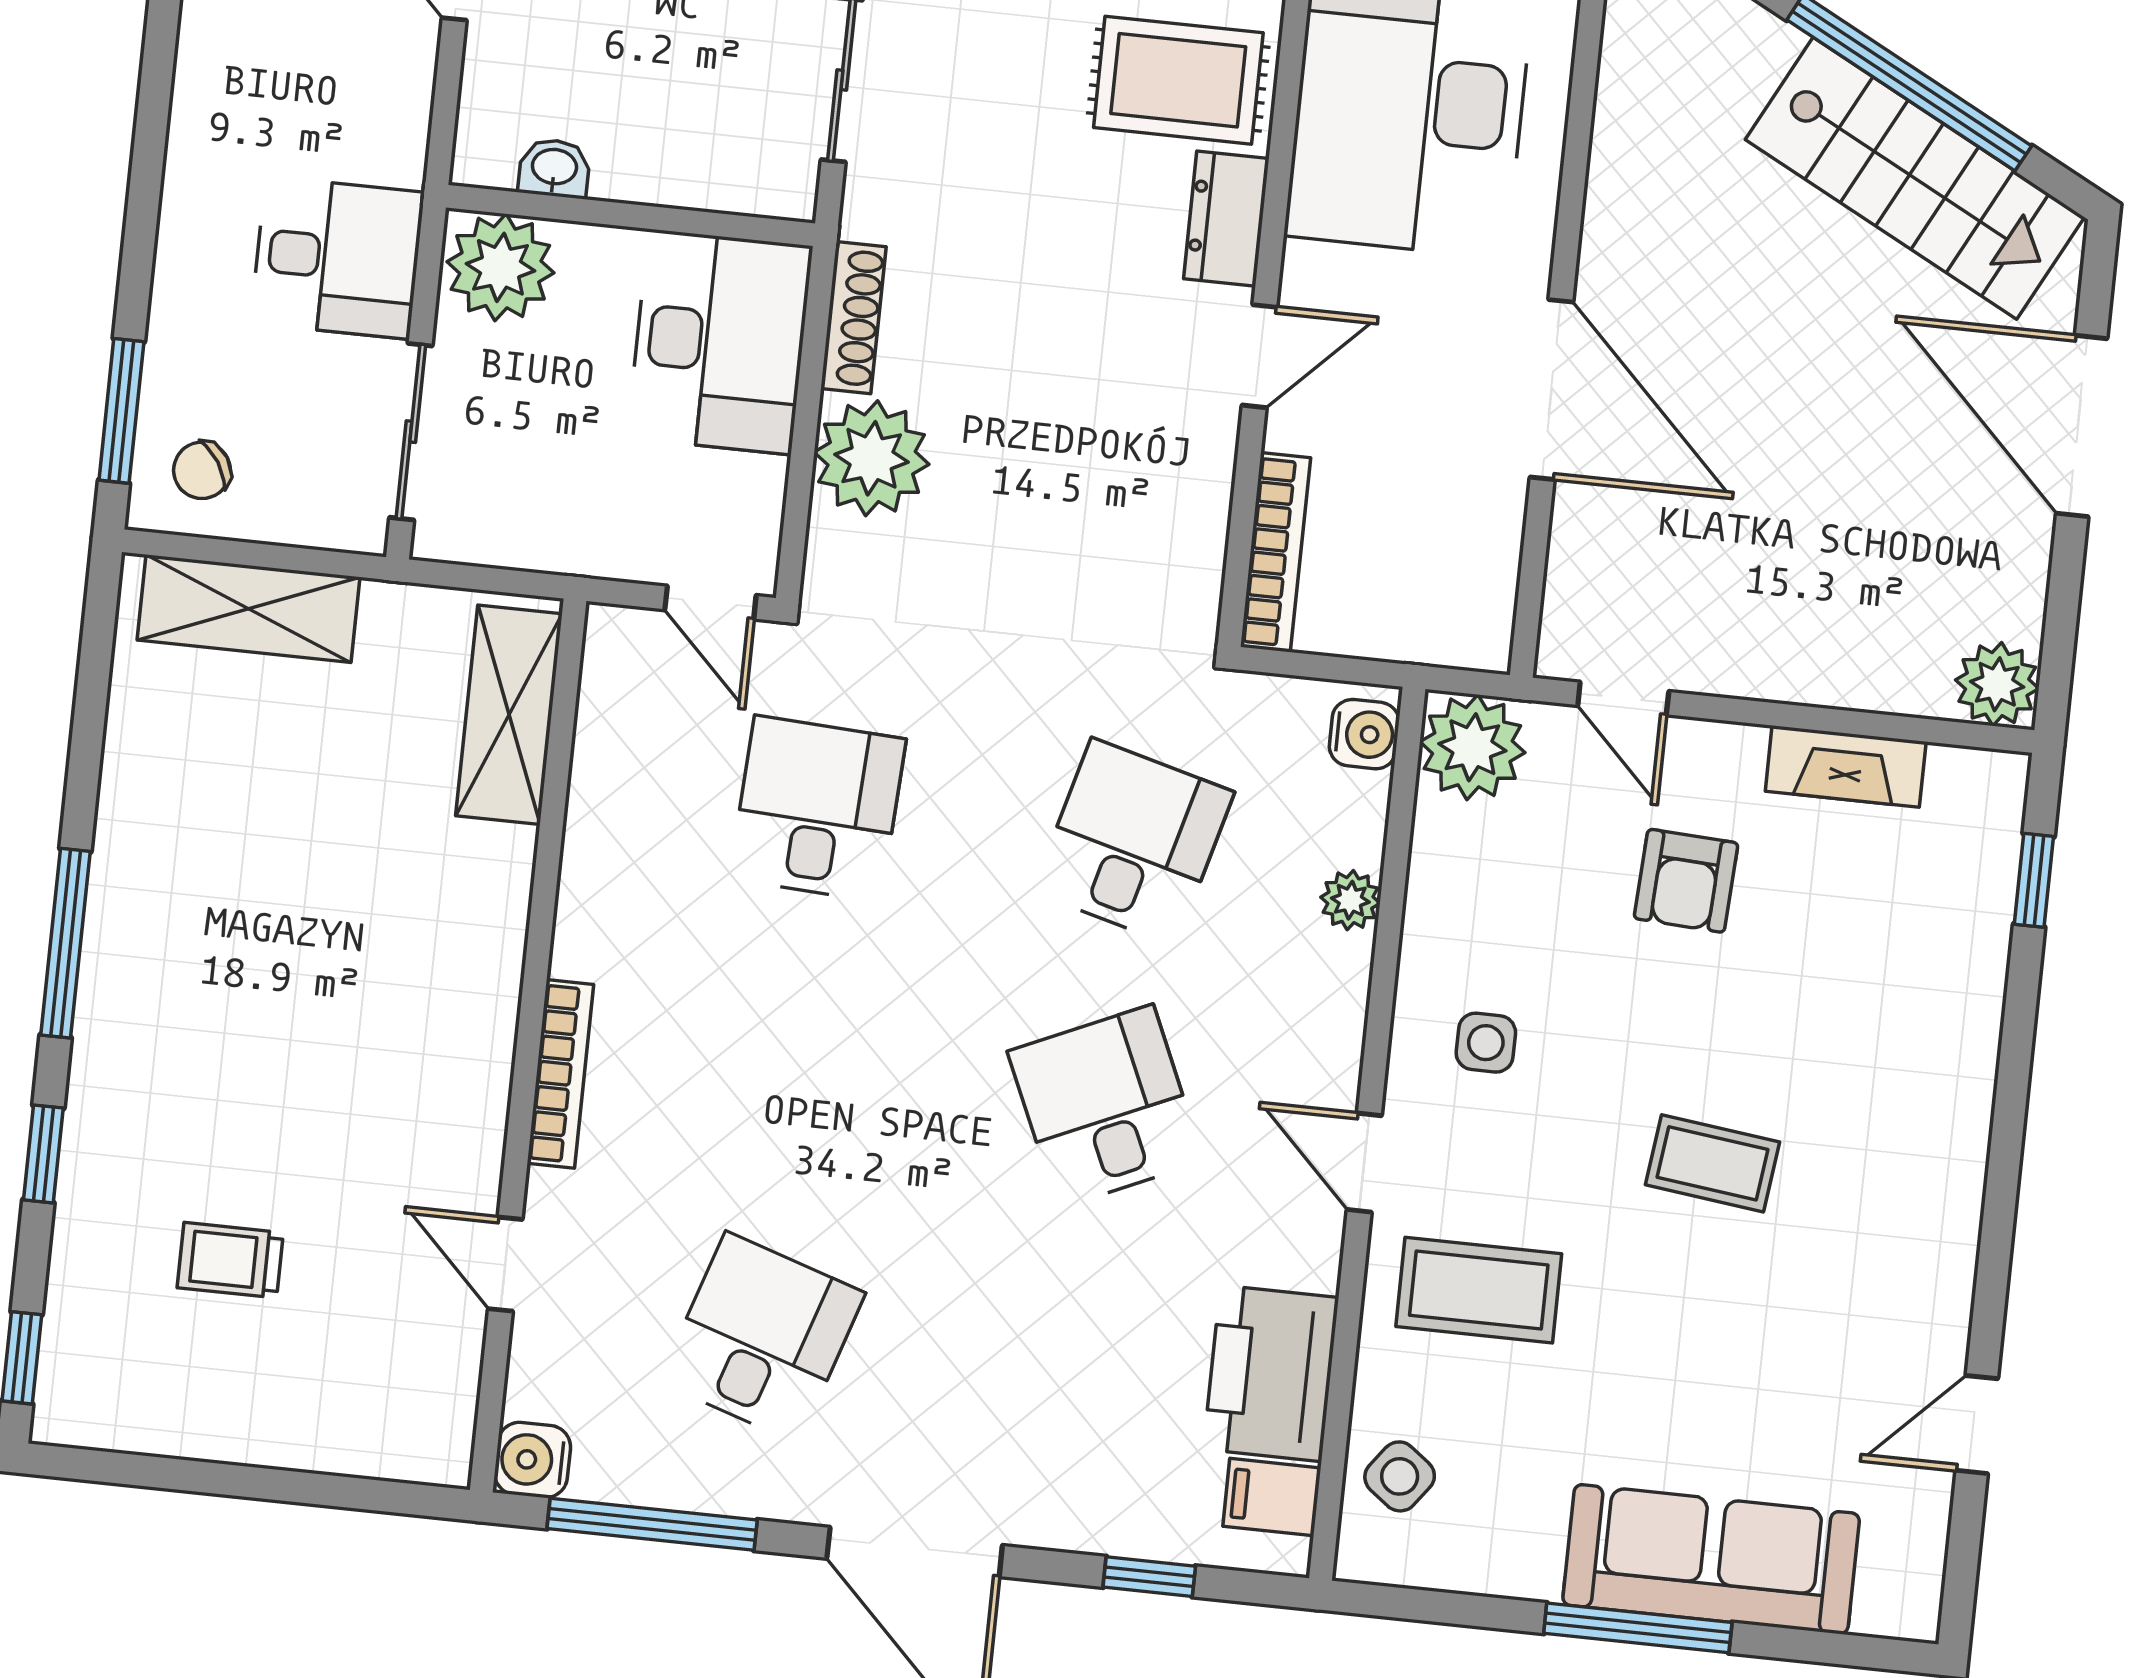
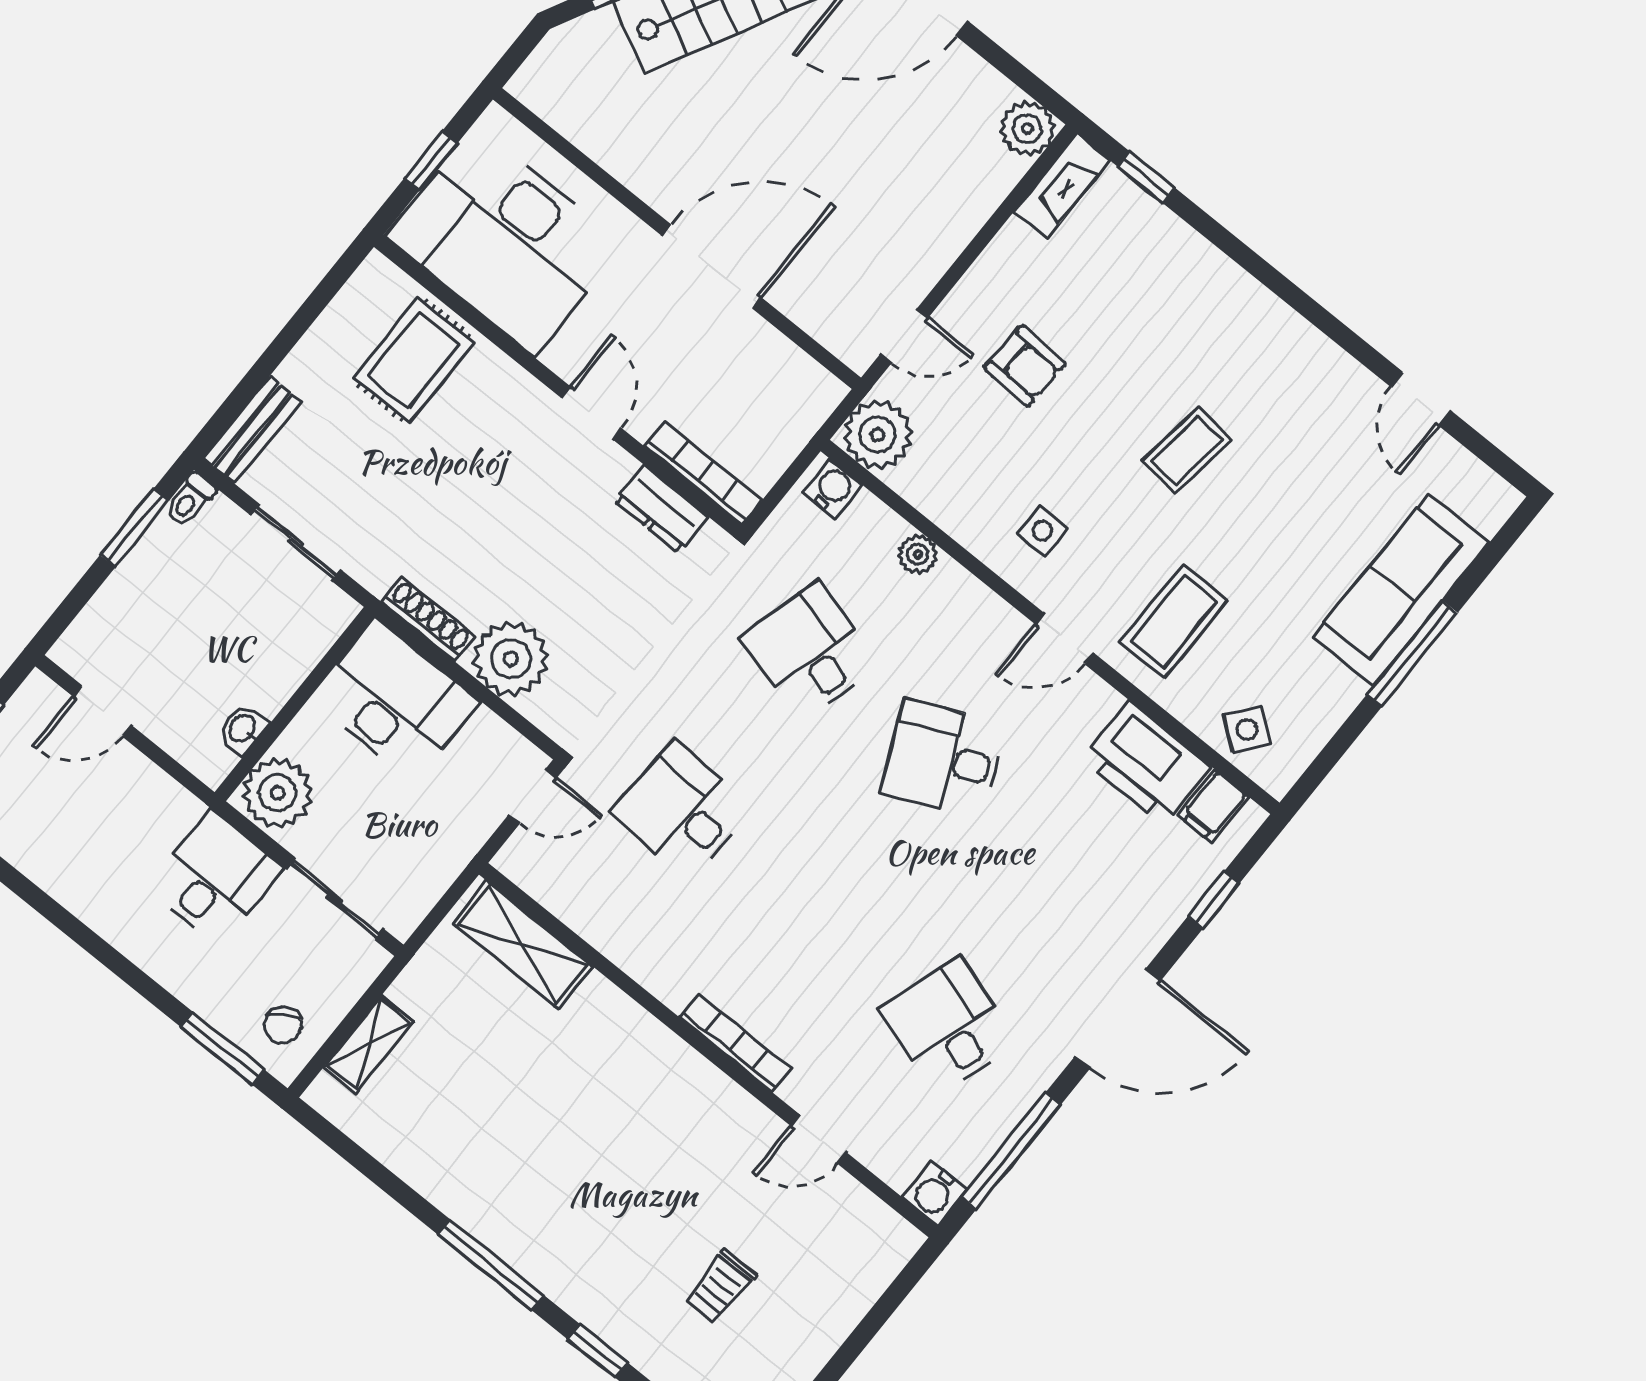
dresser: (1226, 219) -> (661, 509), moved
shelving: (248, 609) -> (369, 1044), width x0.67, depth x0.75
fireplace: (1846, 766) -> (1062, 186), moved

